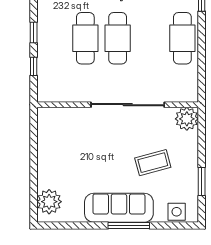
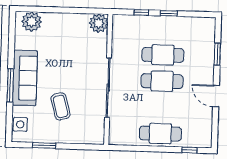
plant: (187, 119) -> (99, 23), moved

